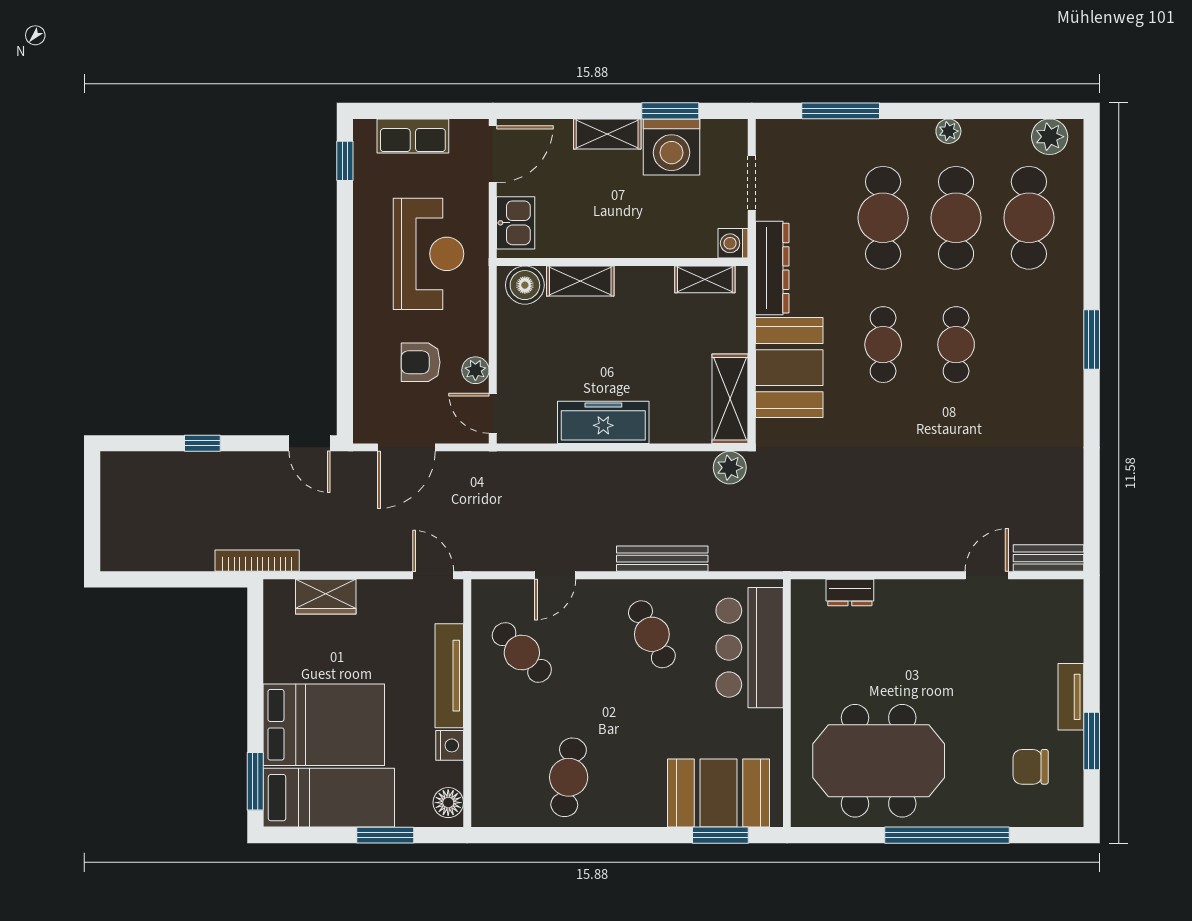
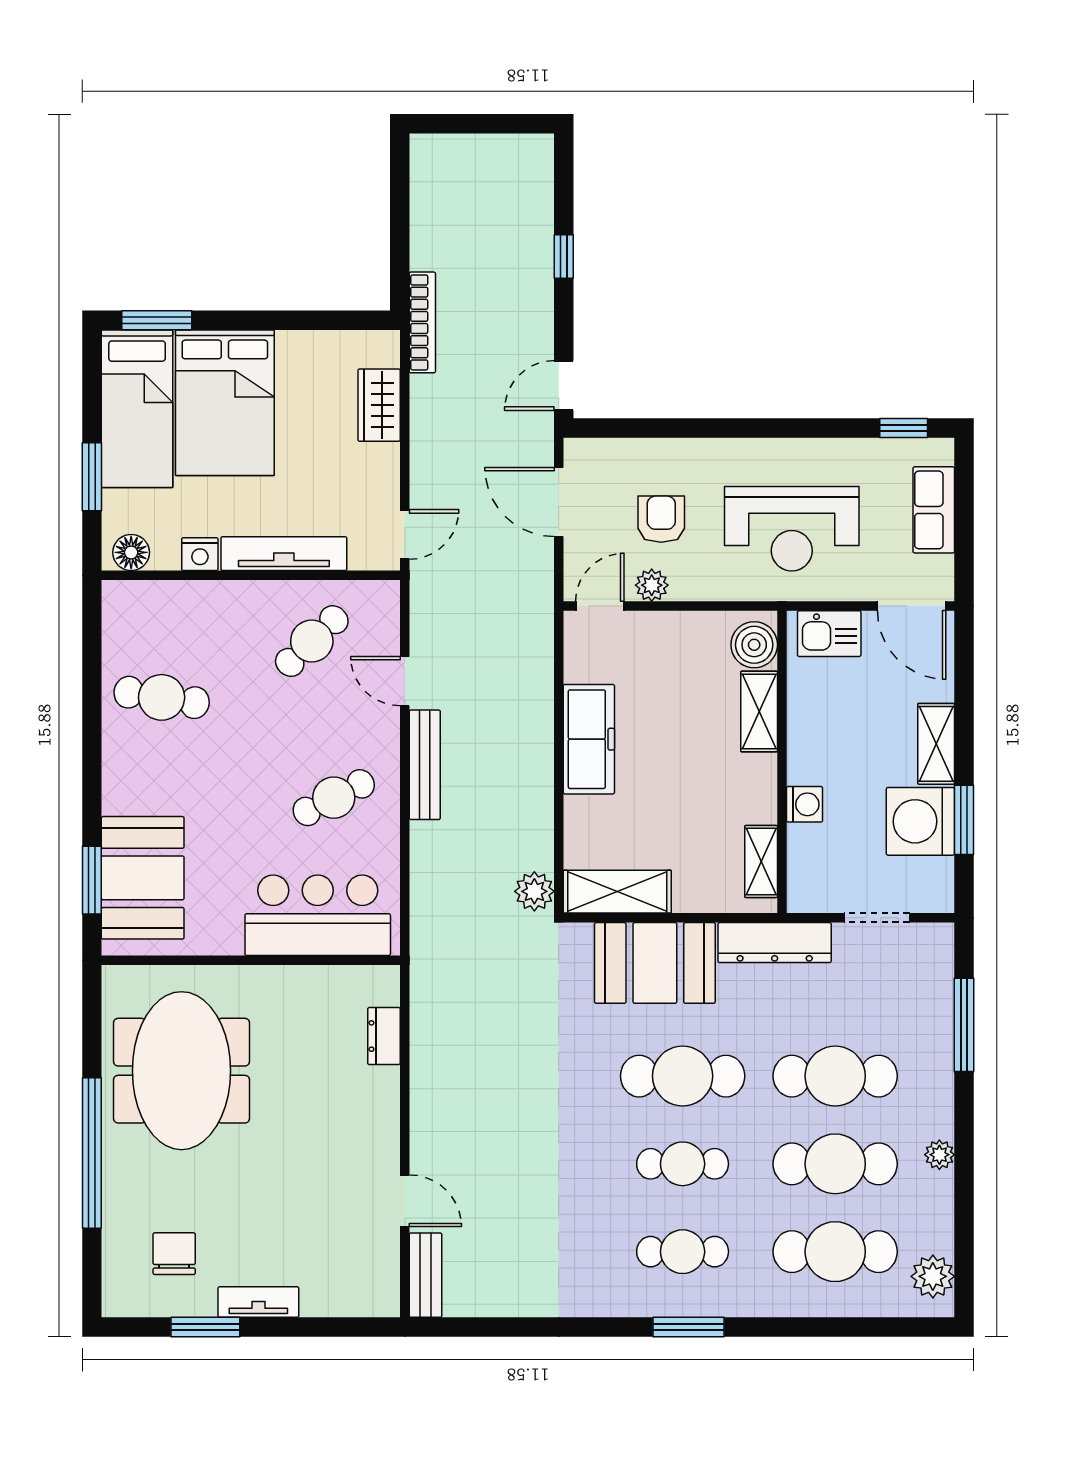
washing machine: (733, 243) -> (805, 804), moved, turned 90
cafe table: (883, 345) -> (683, 1076), width x1.37, depth x1.35
cafe table: (1029, 345) -> (683, 1252), added
bench: (662, 559) -> (425, 765), moved

